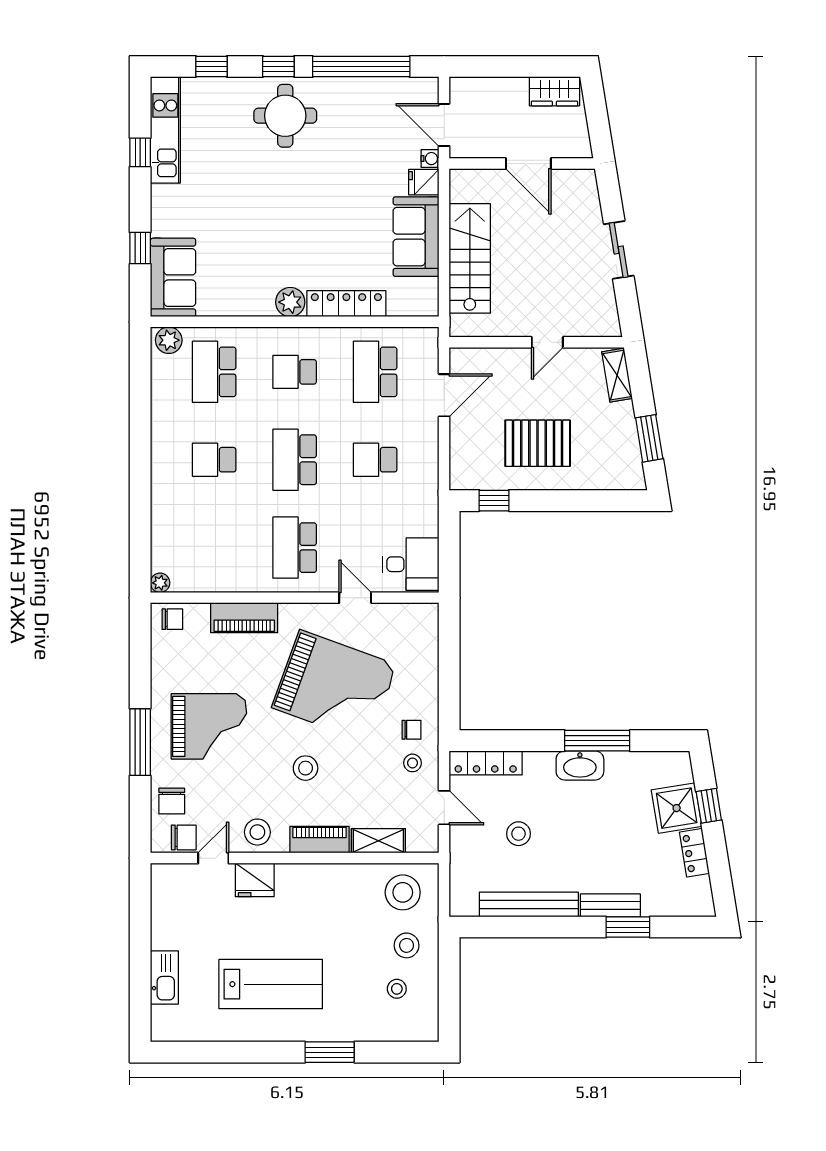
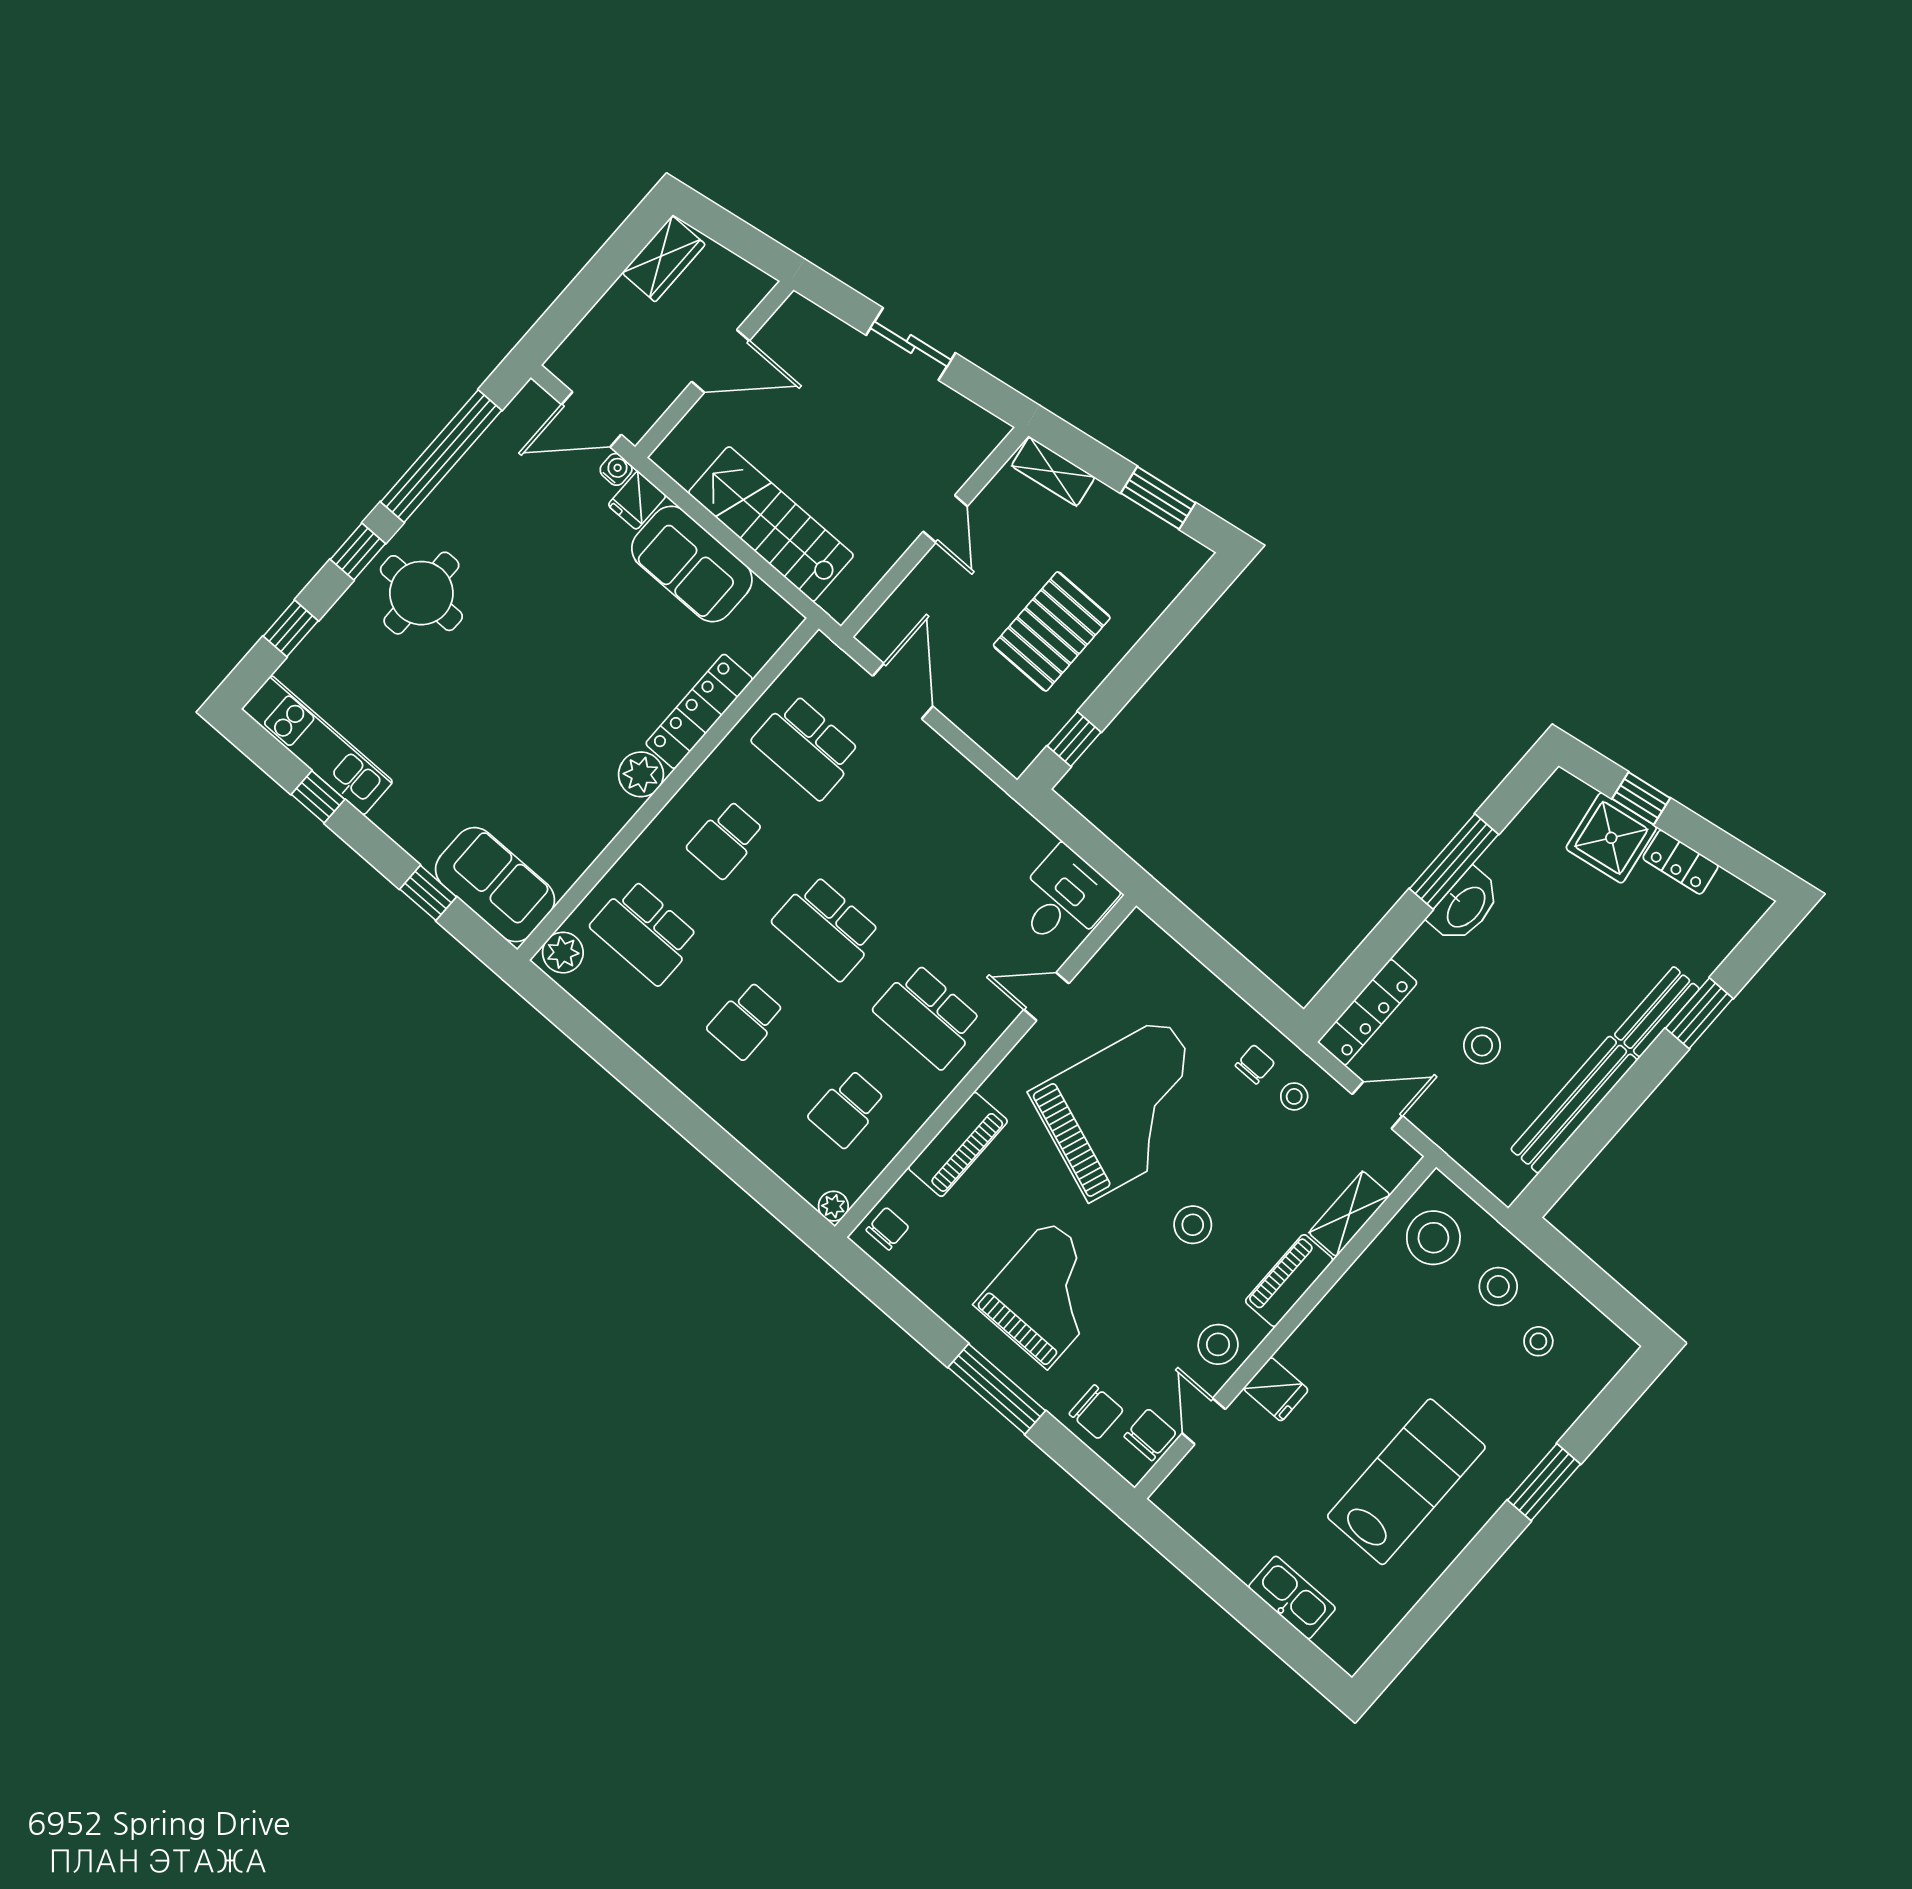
school desk: (375, 460) -> (847, 1109), moved
fridge: (255, 880) -> (1276, 1389), width x0.72

